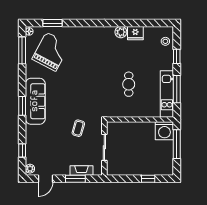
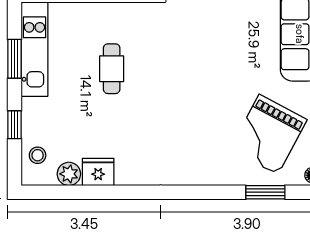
plant: (121, 32) -> (69, 174), moved
window: (177, 89) -> (15, 59), width x0.69

